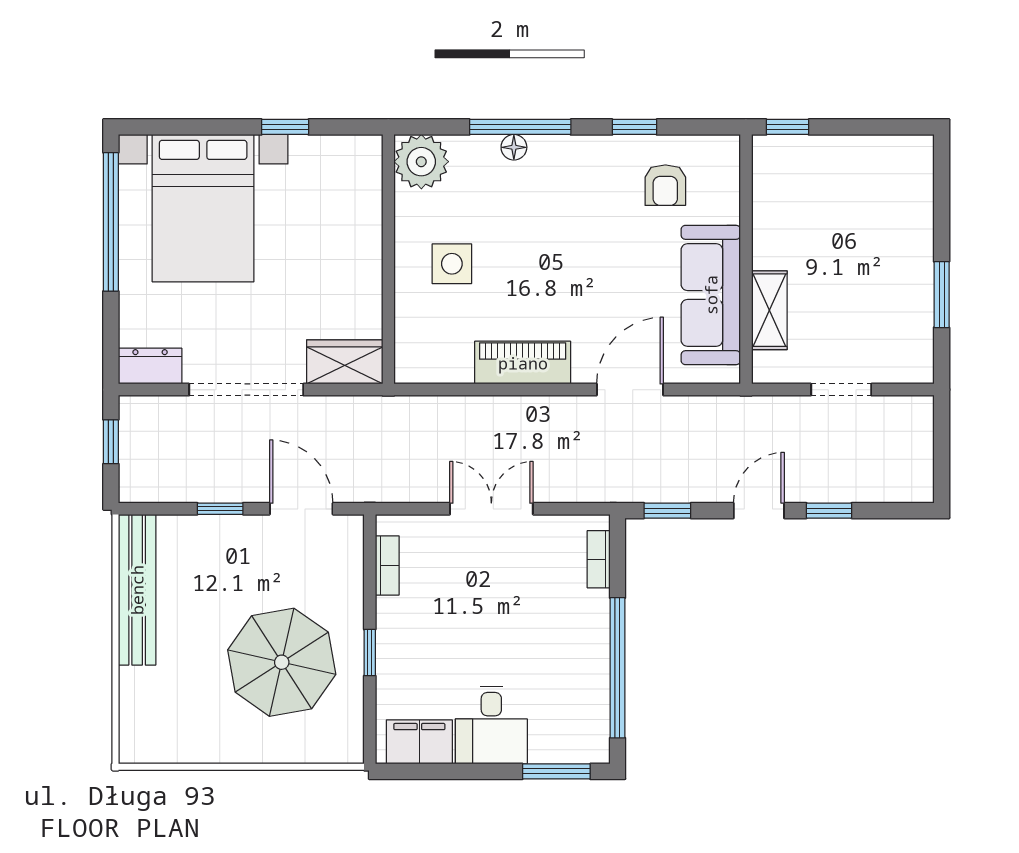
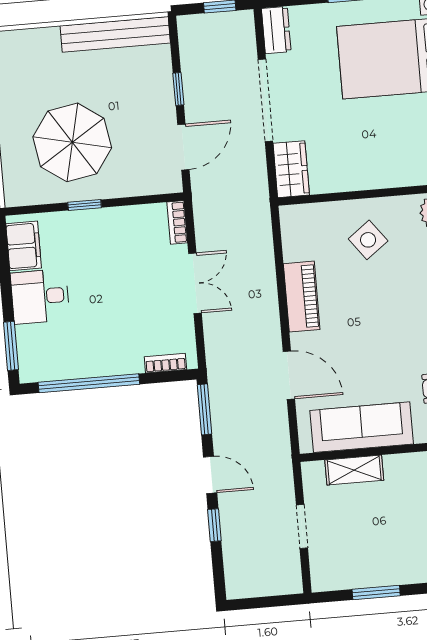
side table: (452, 264) -> (368, 240), turned -37
window: (667, 511) -> (205, 409), width x1.50
bookcase: (387, 565) -> (177, 222), moved, turned 90

